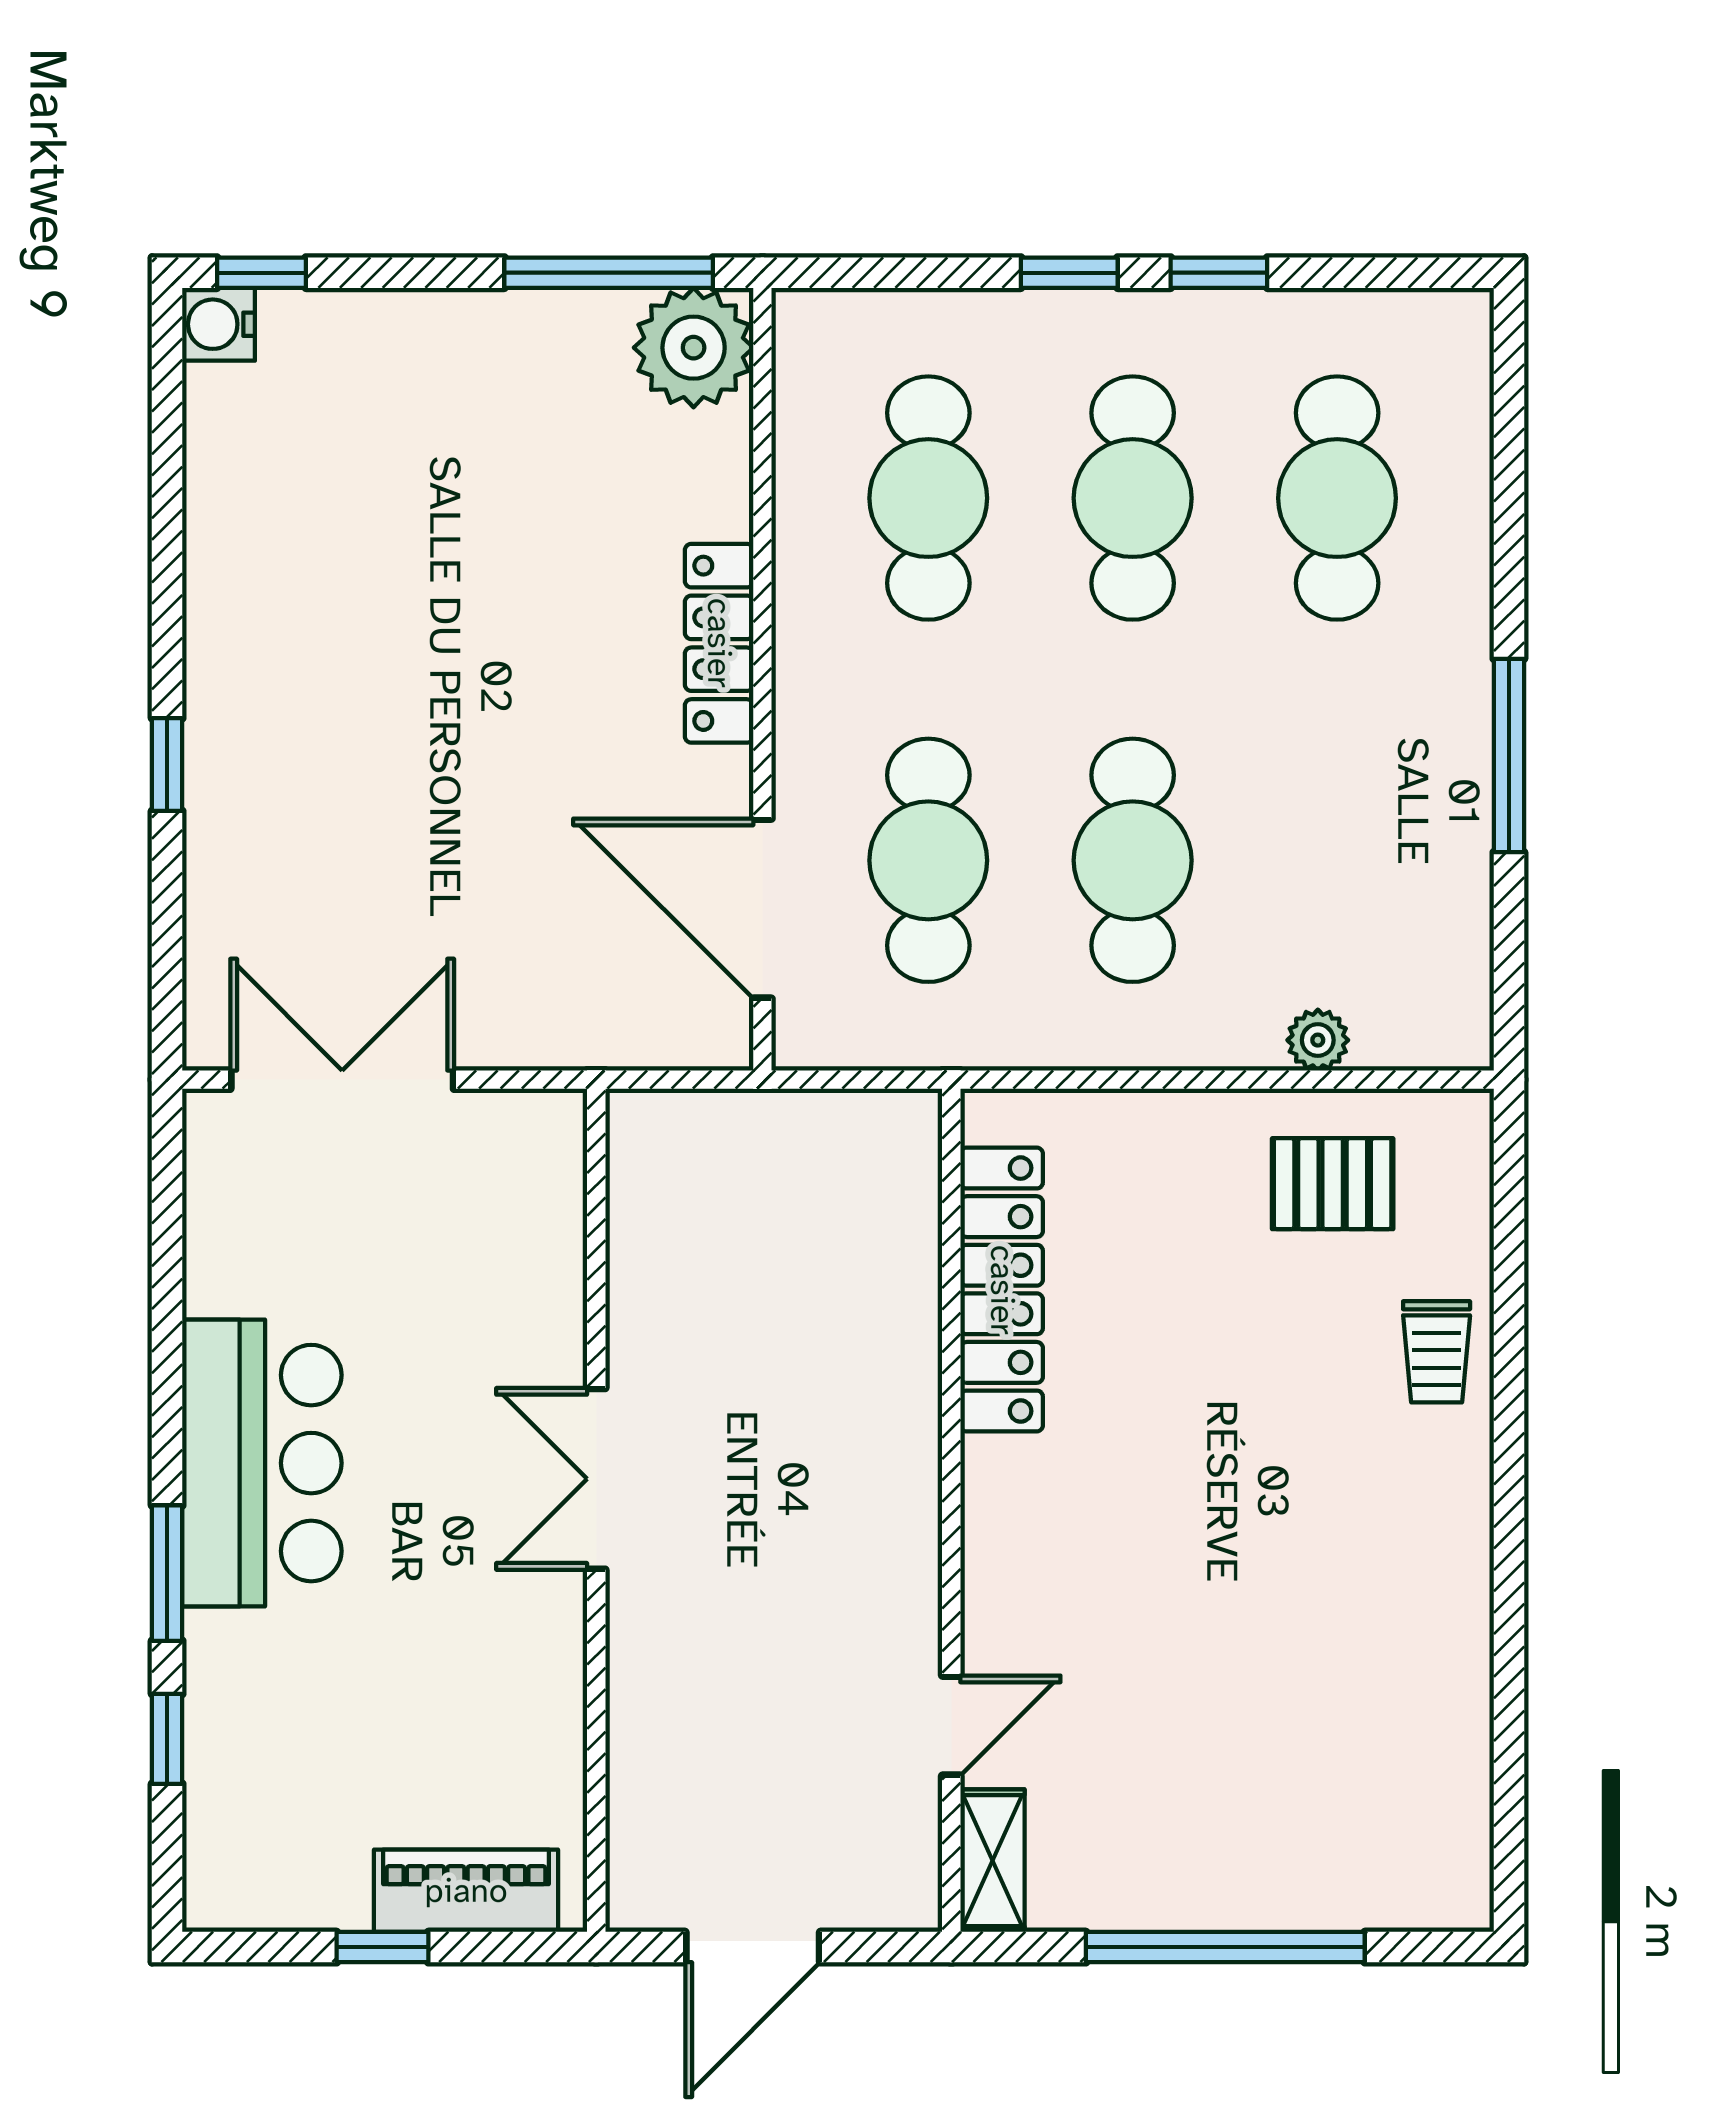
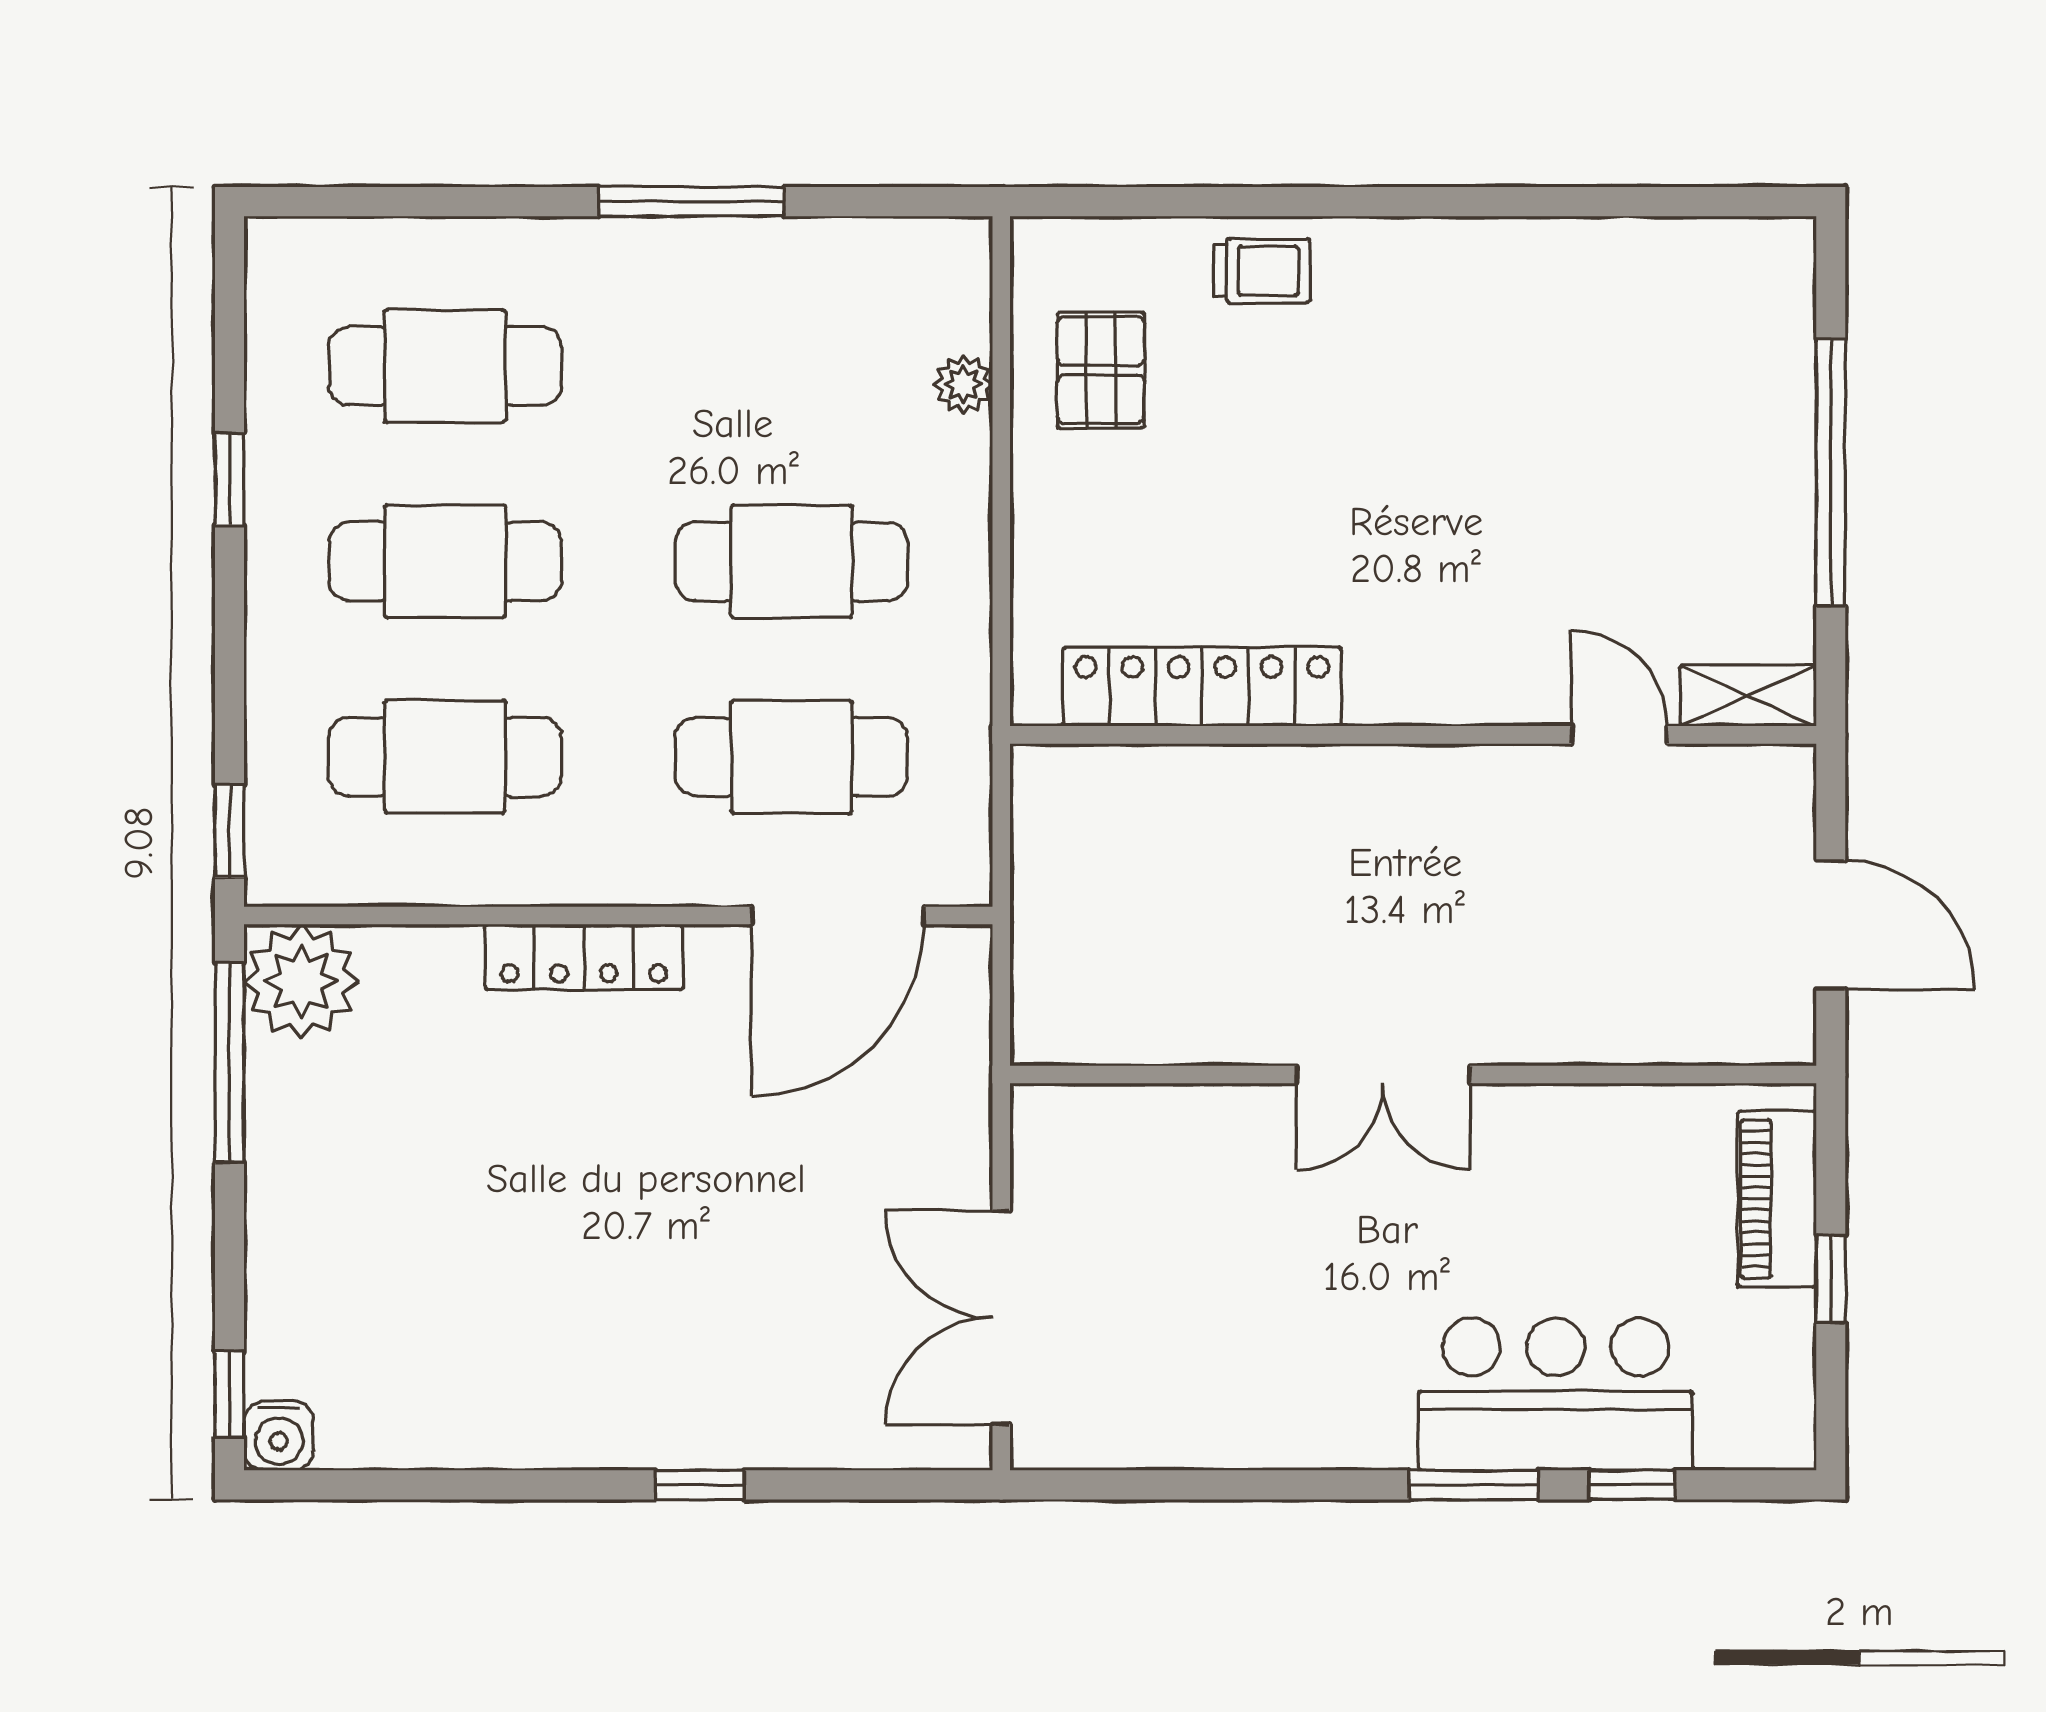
window: (1069, 273) -> (229, 831), moved
bar counter: (262, 1463) -> (1556, 1394), moved

